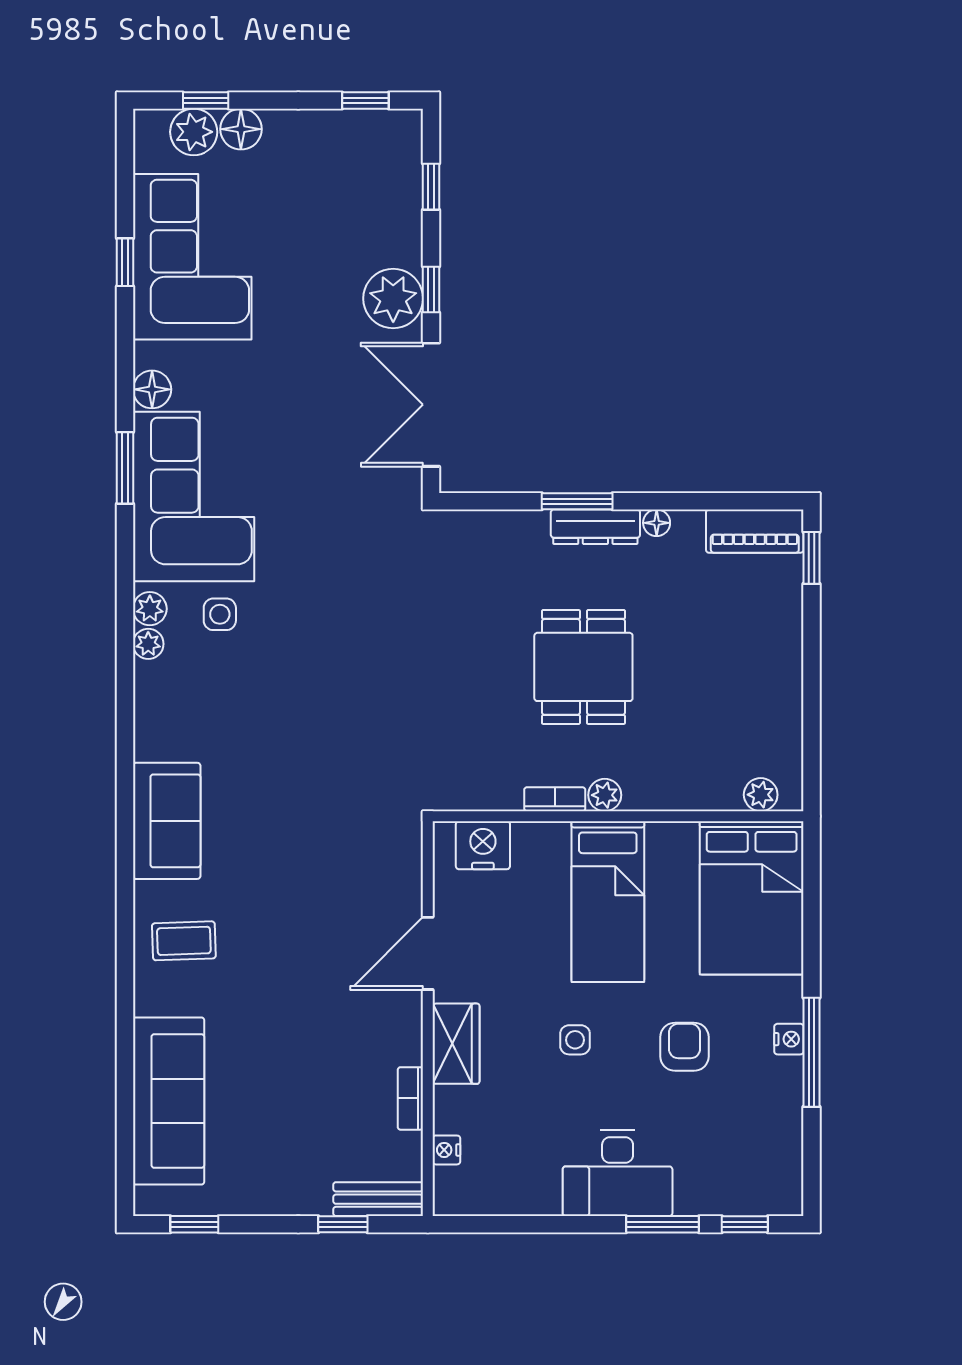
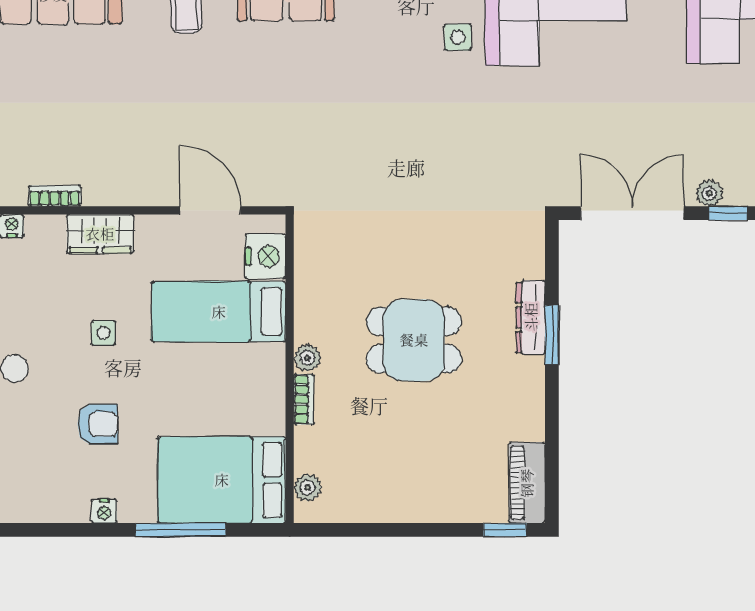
plant: (393, 299) -> (709, 193), width x0.53, depth x0.53
floor lamp: (657, 523) -> (534, 401), removed
dresser: (595, 527) -> (531, 317), moved
bookcase: (555, 799) -> (304, 399), moved
bed: (608, 902) -> (219, 312), moved
door: (428, 953) -> (210, 210), moved
window: (812, 1052) -> (180, 530), moved

